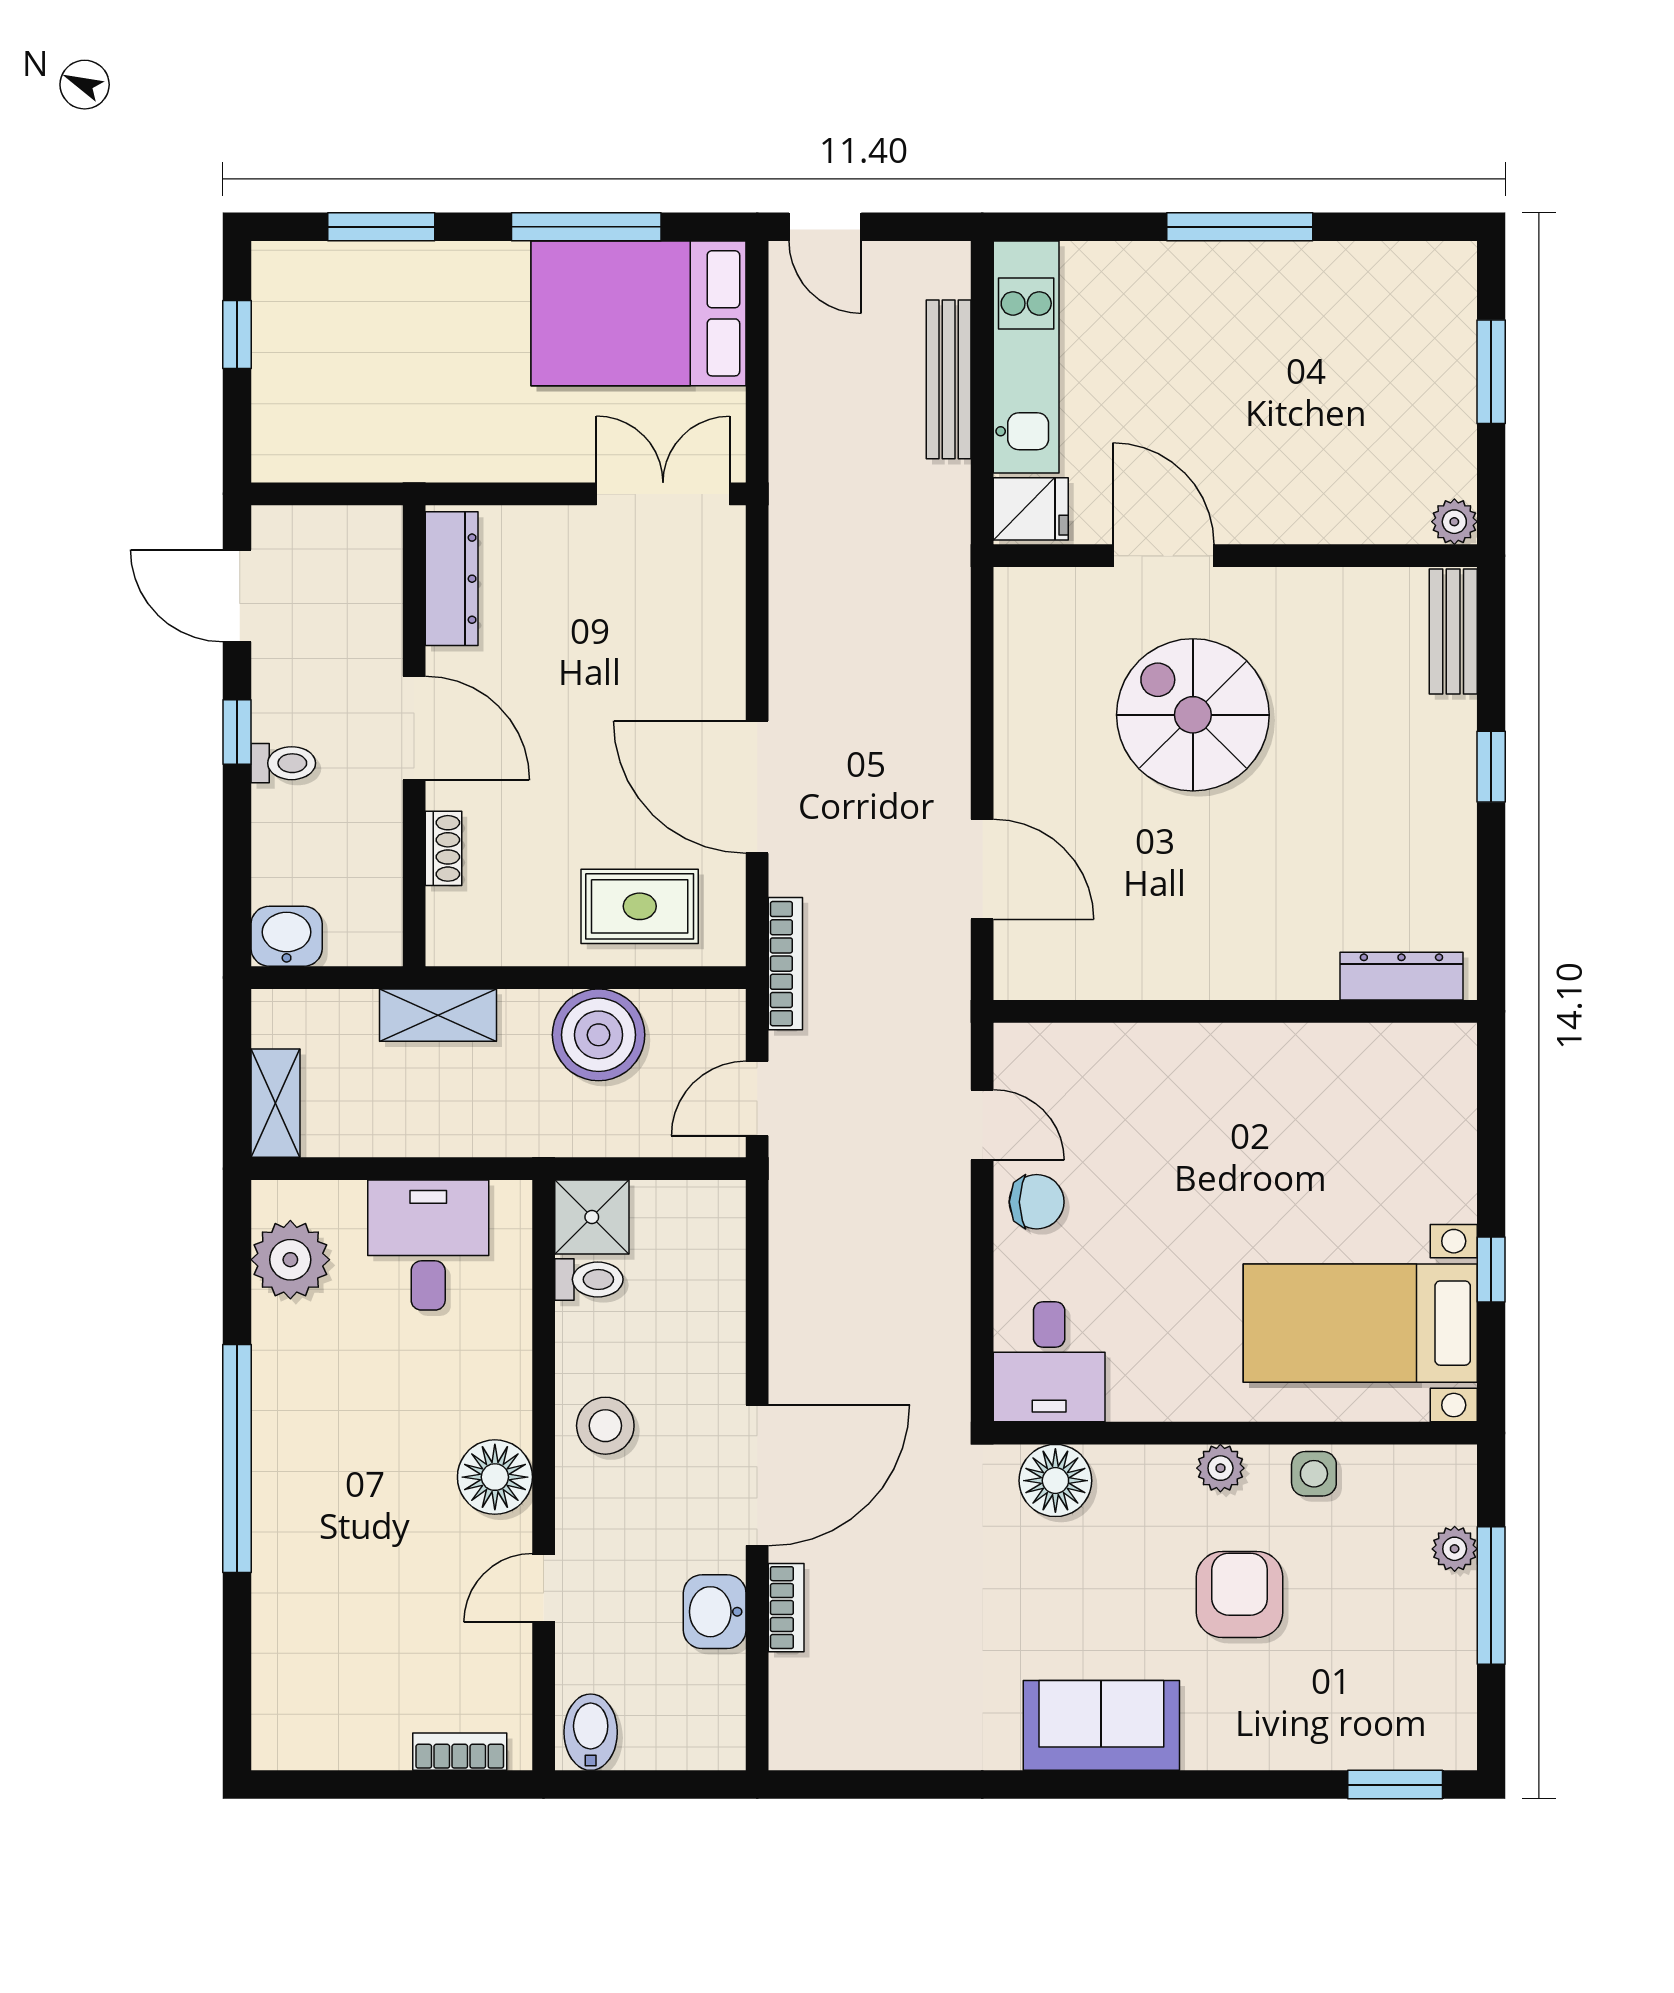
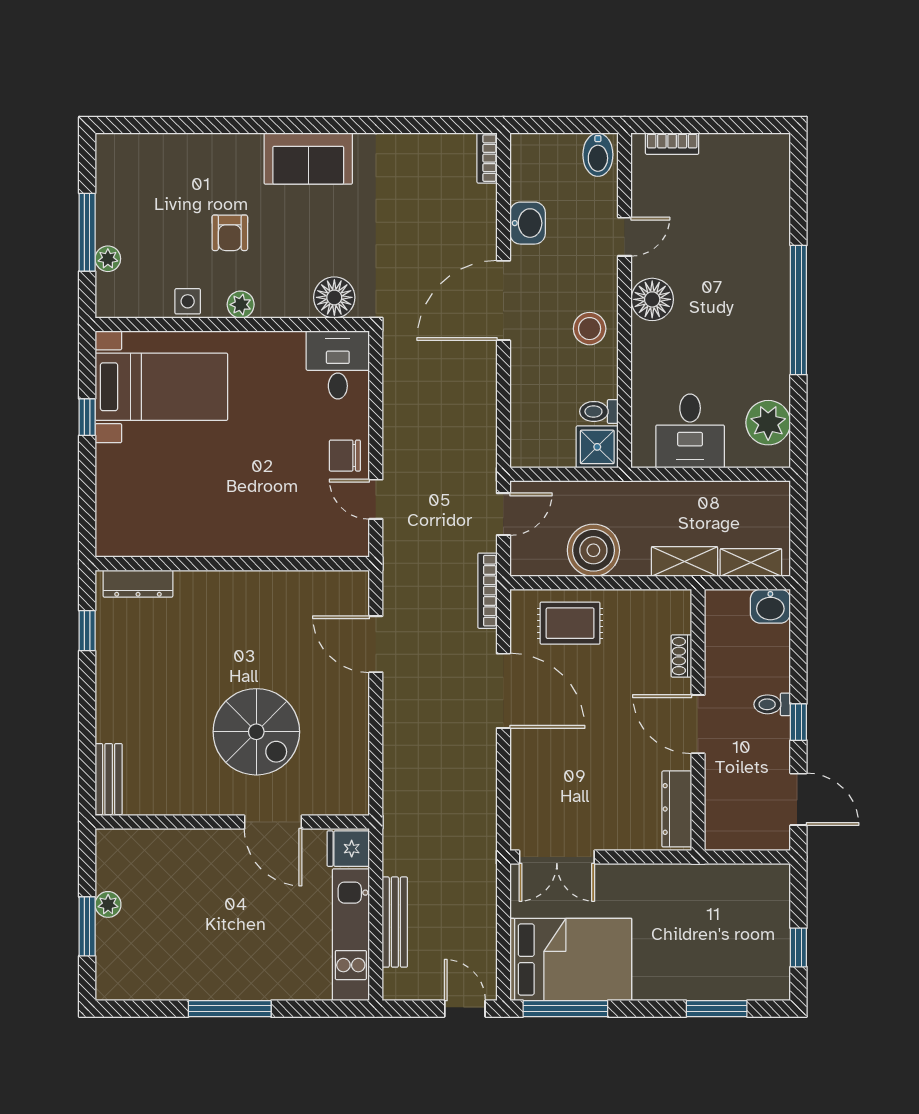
window: (586, 227) -> (565, 1009), moved
plant: (1454, 522) -> (108, 904), moved
window: (1491, 767) -> (87, 631), moved
shelving: (275, 1103) -> (751, 563), moved, turned 90
armchair: (1240, 1595) -> (230, 233), width x0.72, depth x0.72
bookcase: (786, 1608) -> (487, 158), moved
window: (1395, 1785) -> (142, 125), removed

